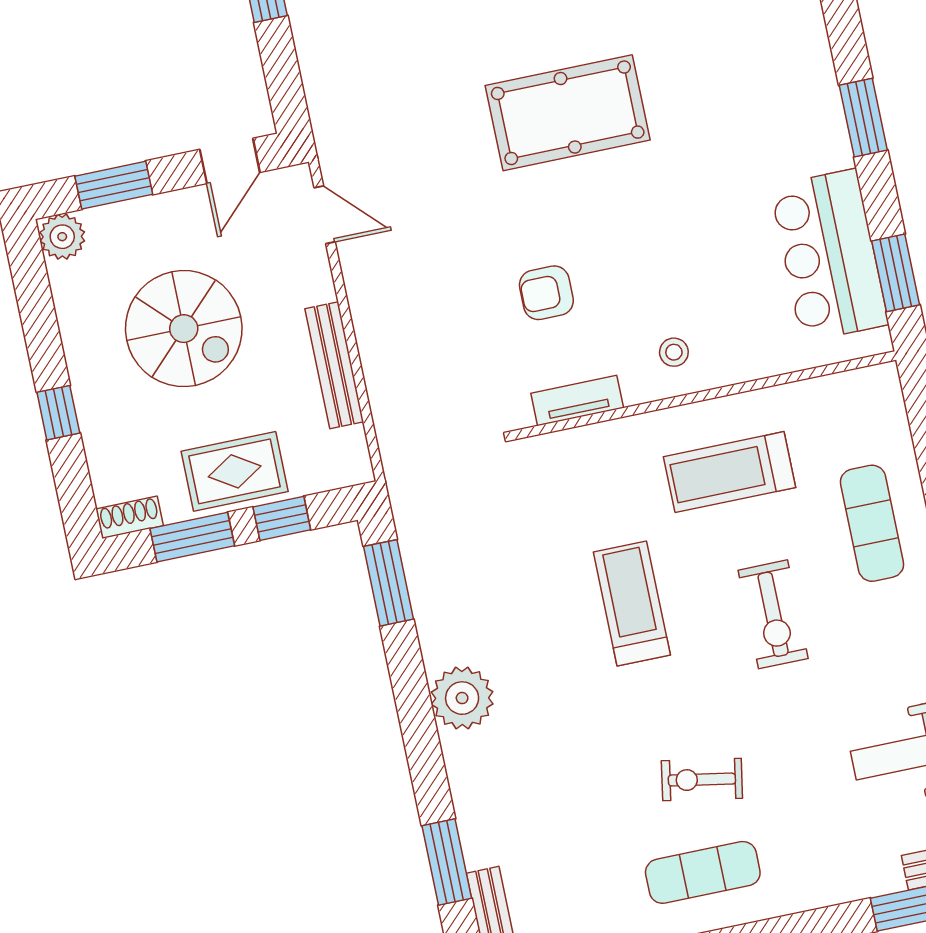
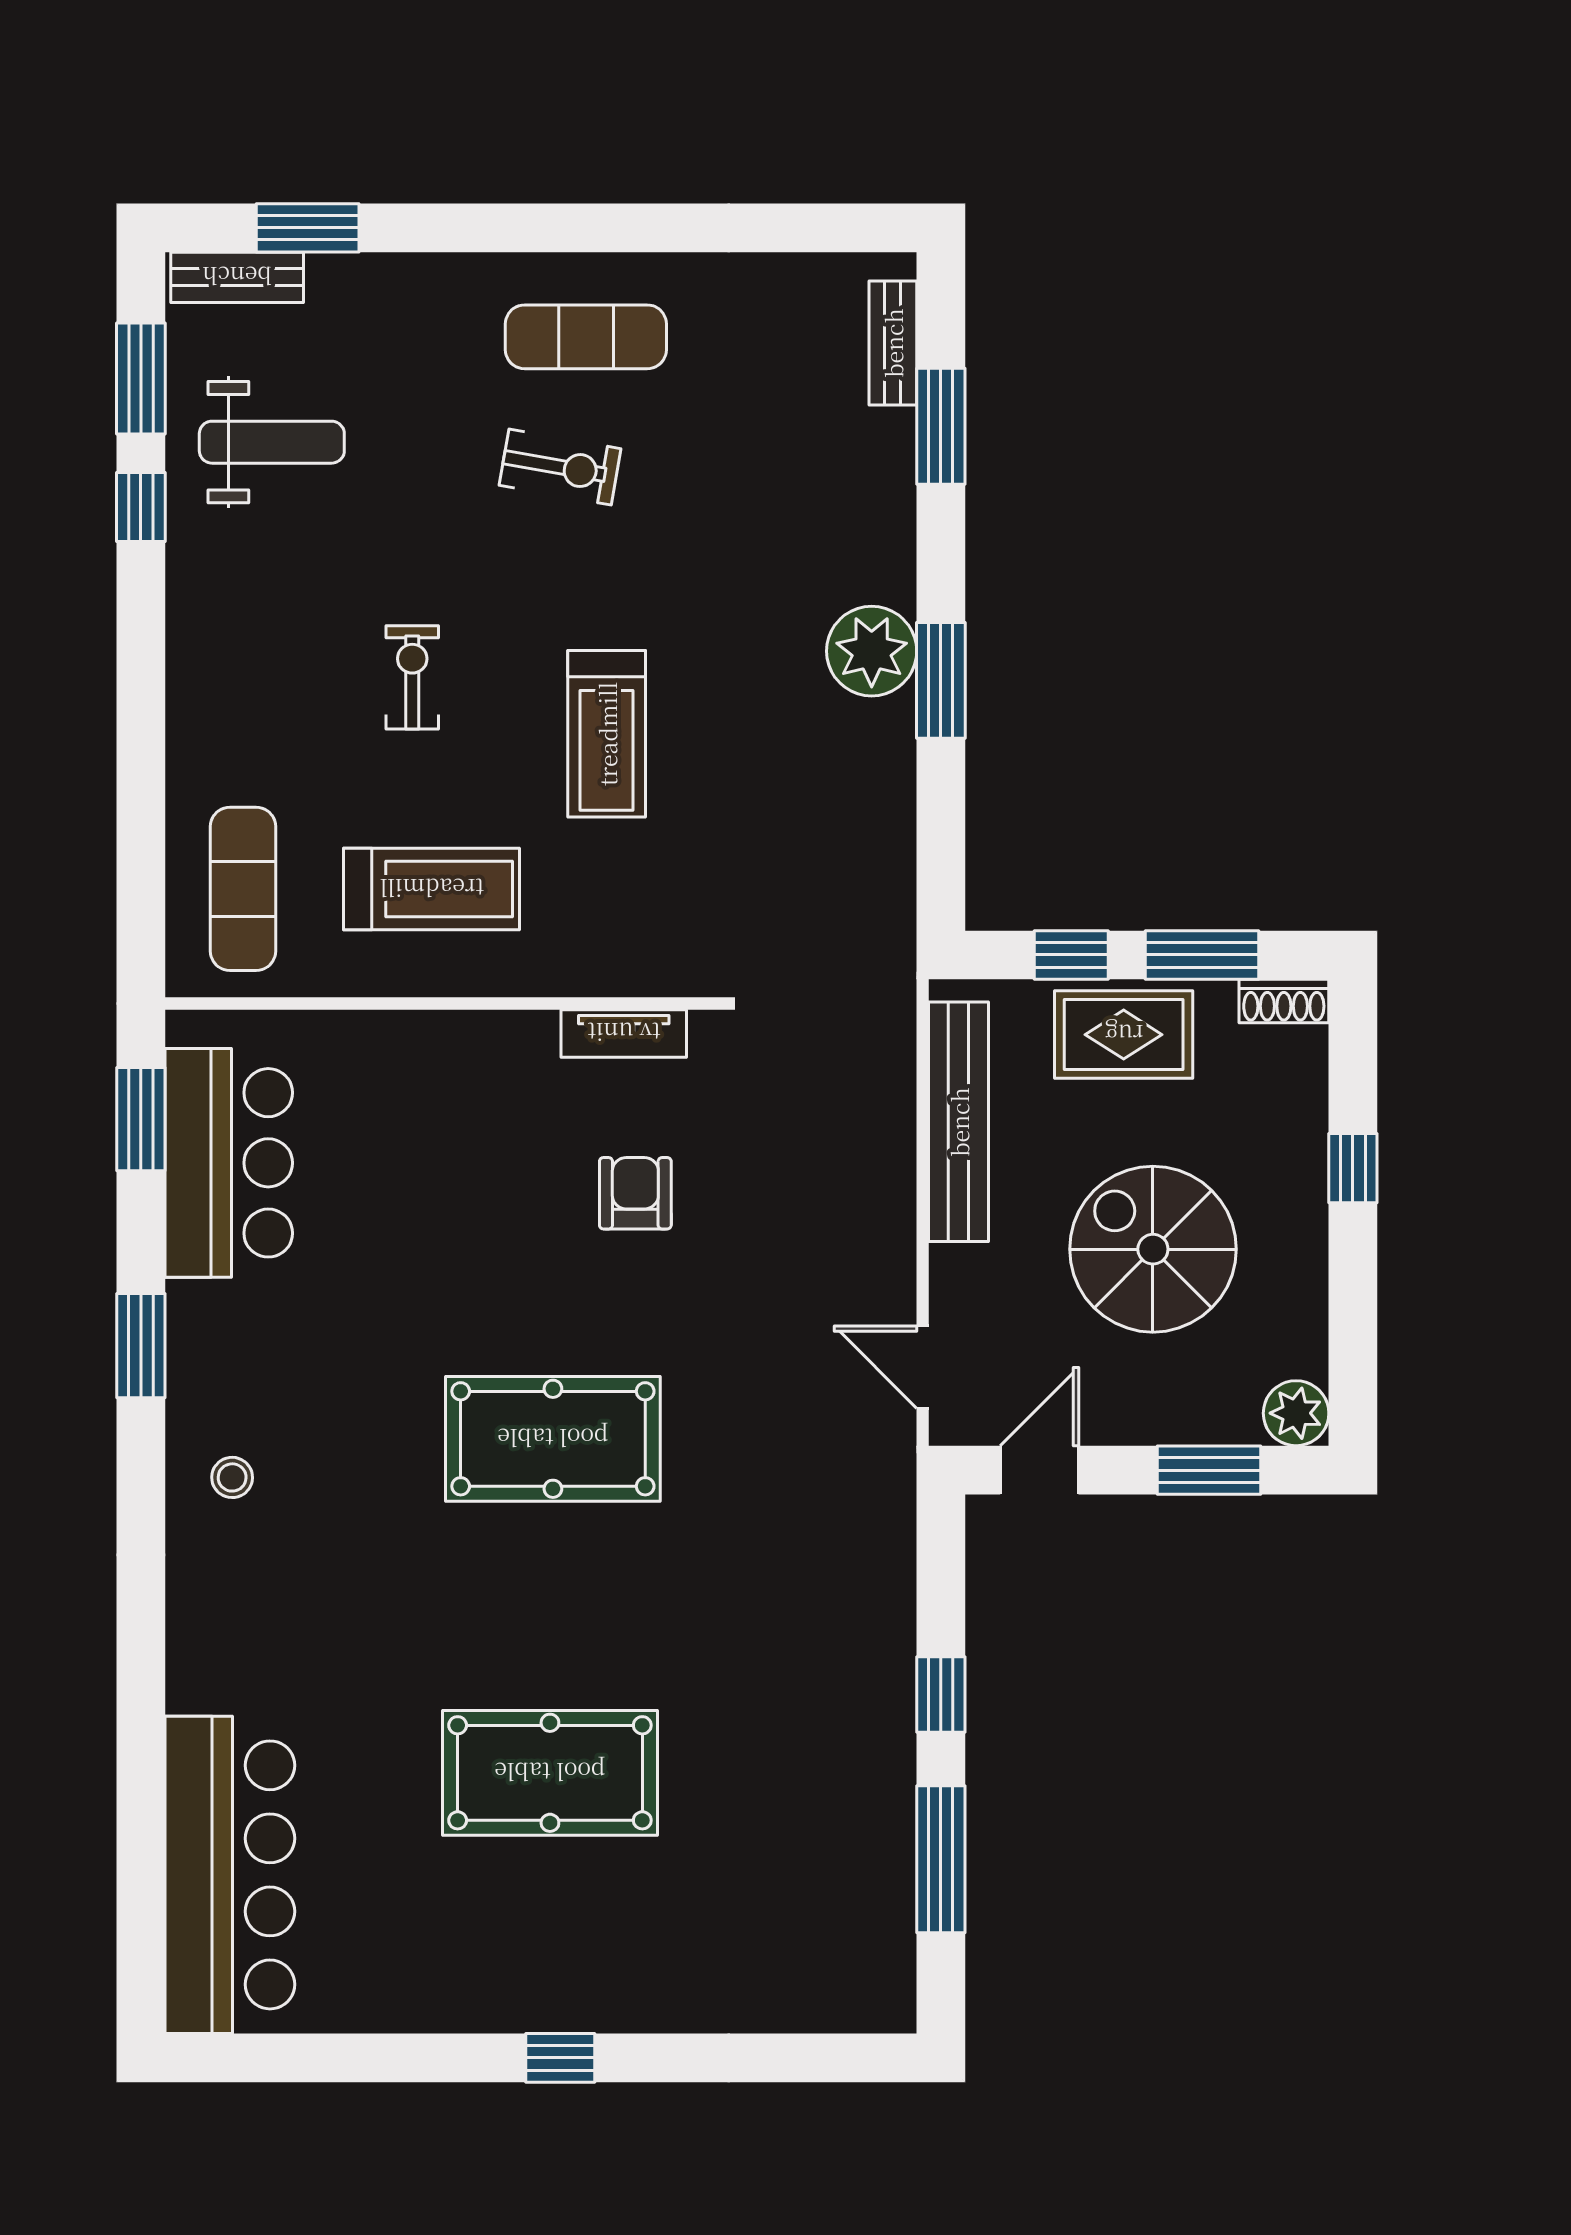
armchair: (546, 293) -> (635, 1193), turned -90
stool: (674, 352) -> (232, 1477), moved
bench: (334, 365) -> (959, 1122), width x1.37, depth x1.21
exercise mat: (872, 523) -> (243, 889), moved
window: (388, 583) -> (941, 680), moved
exercise bike: (773, 614) -> (412, 677), width x0.73, depth x0.72

